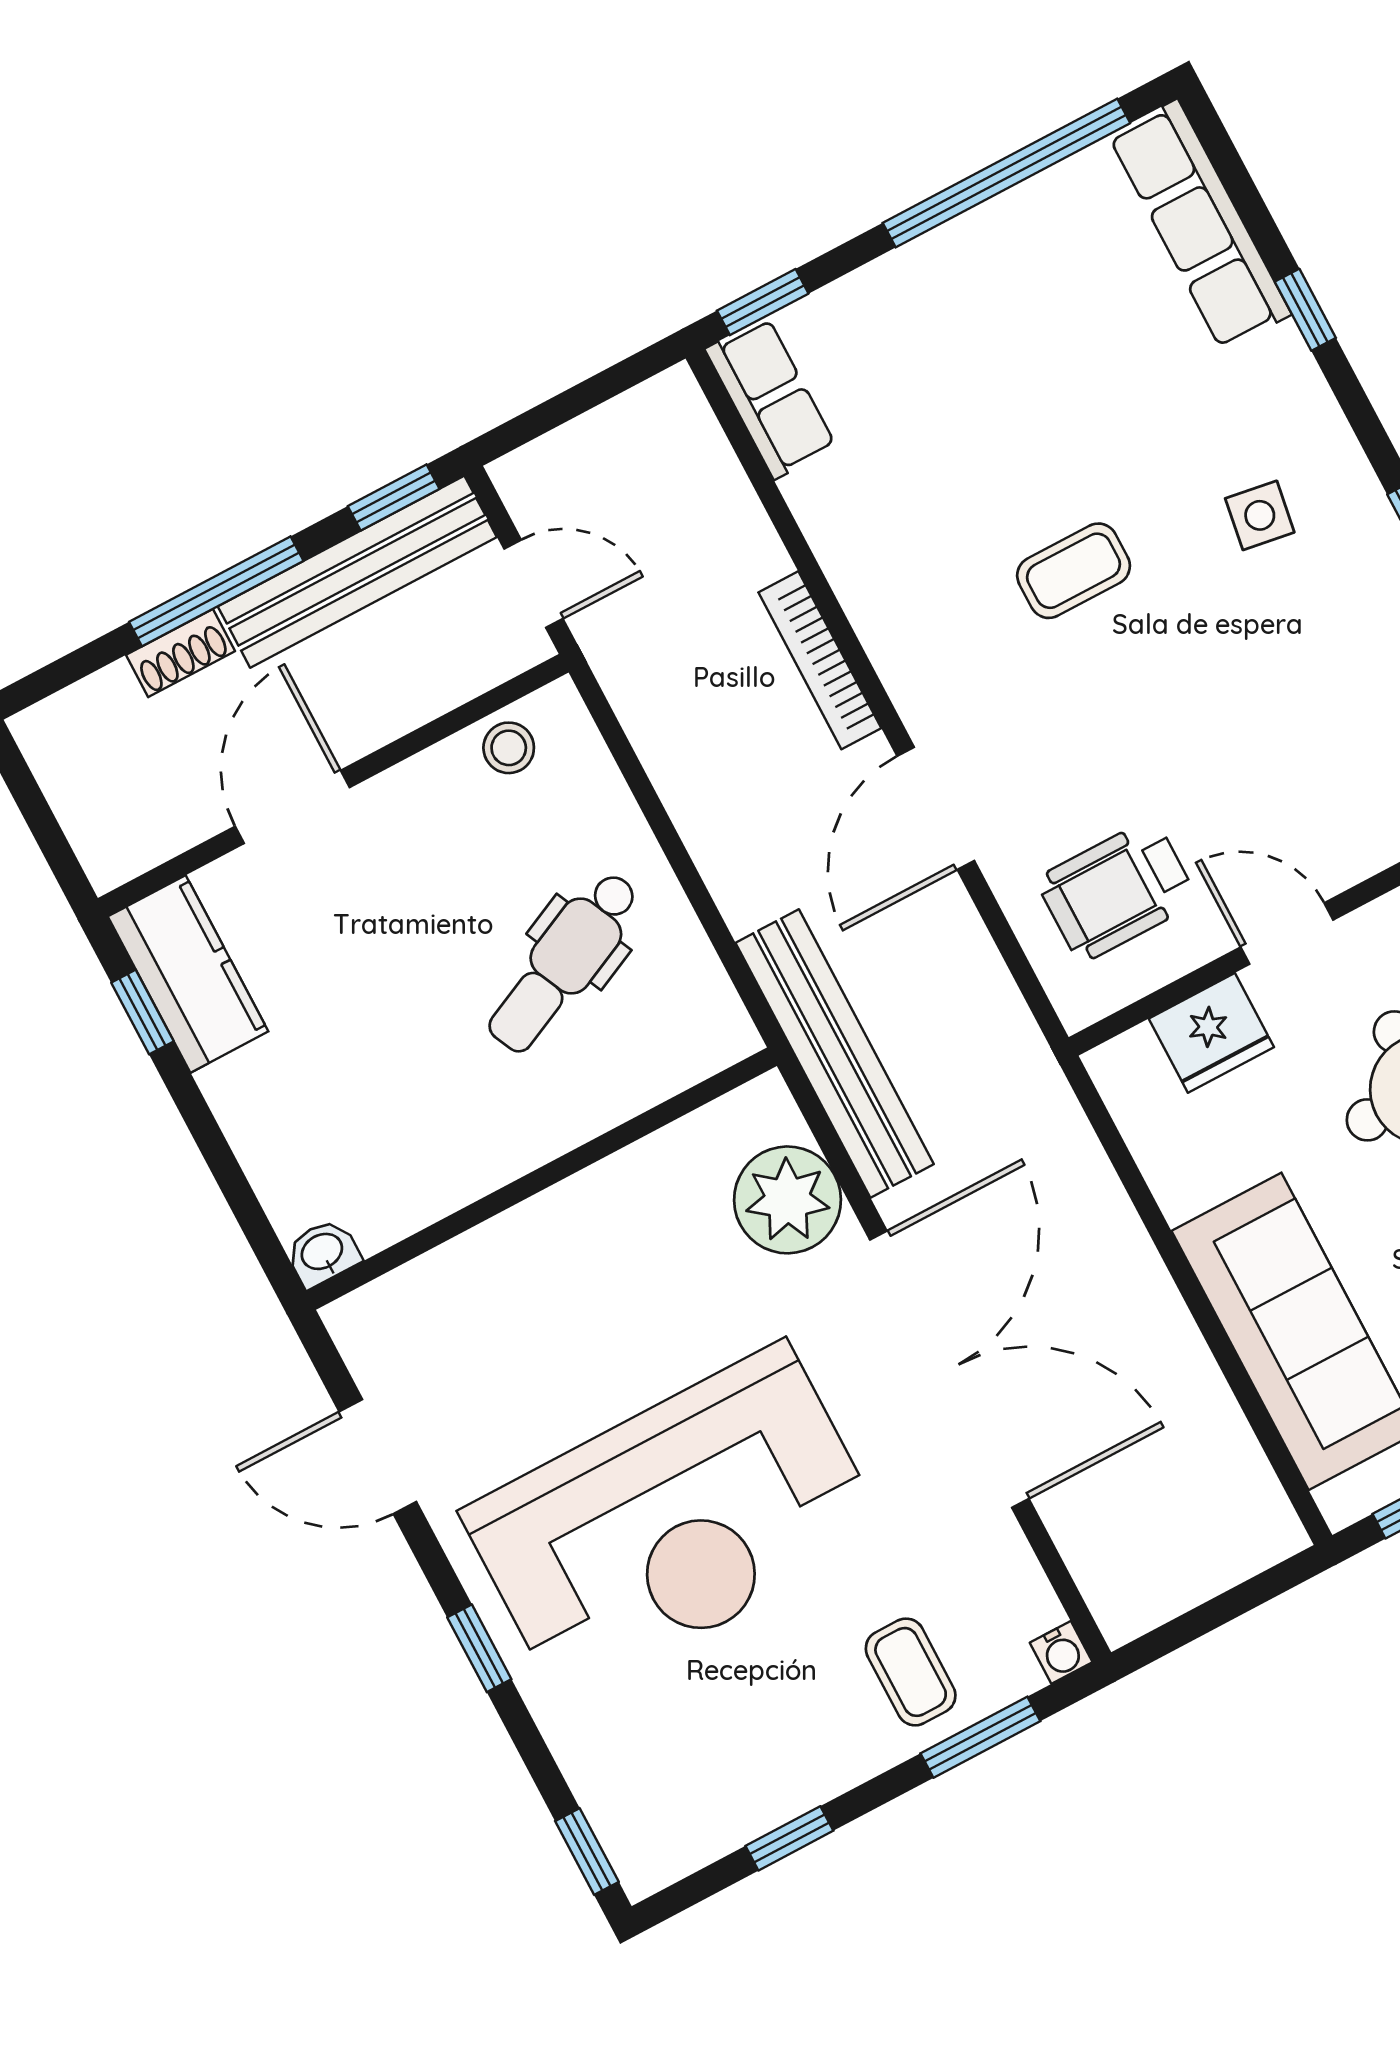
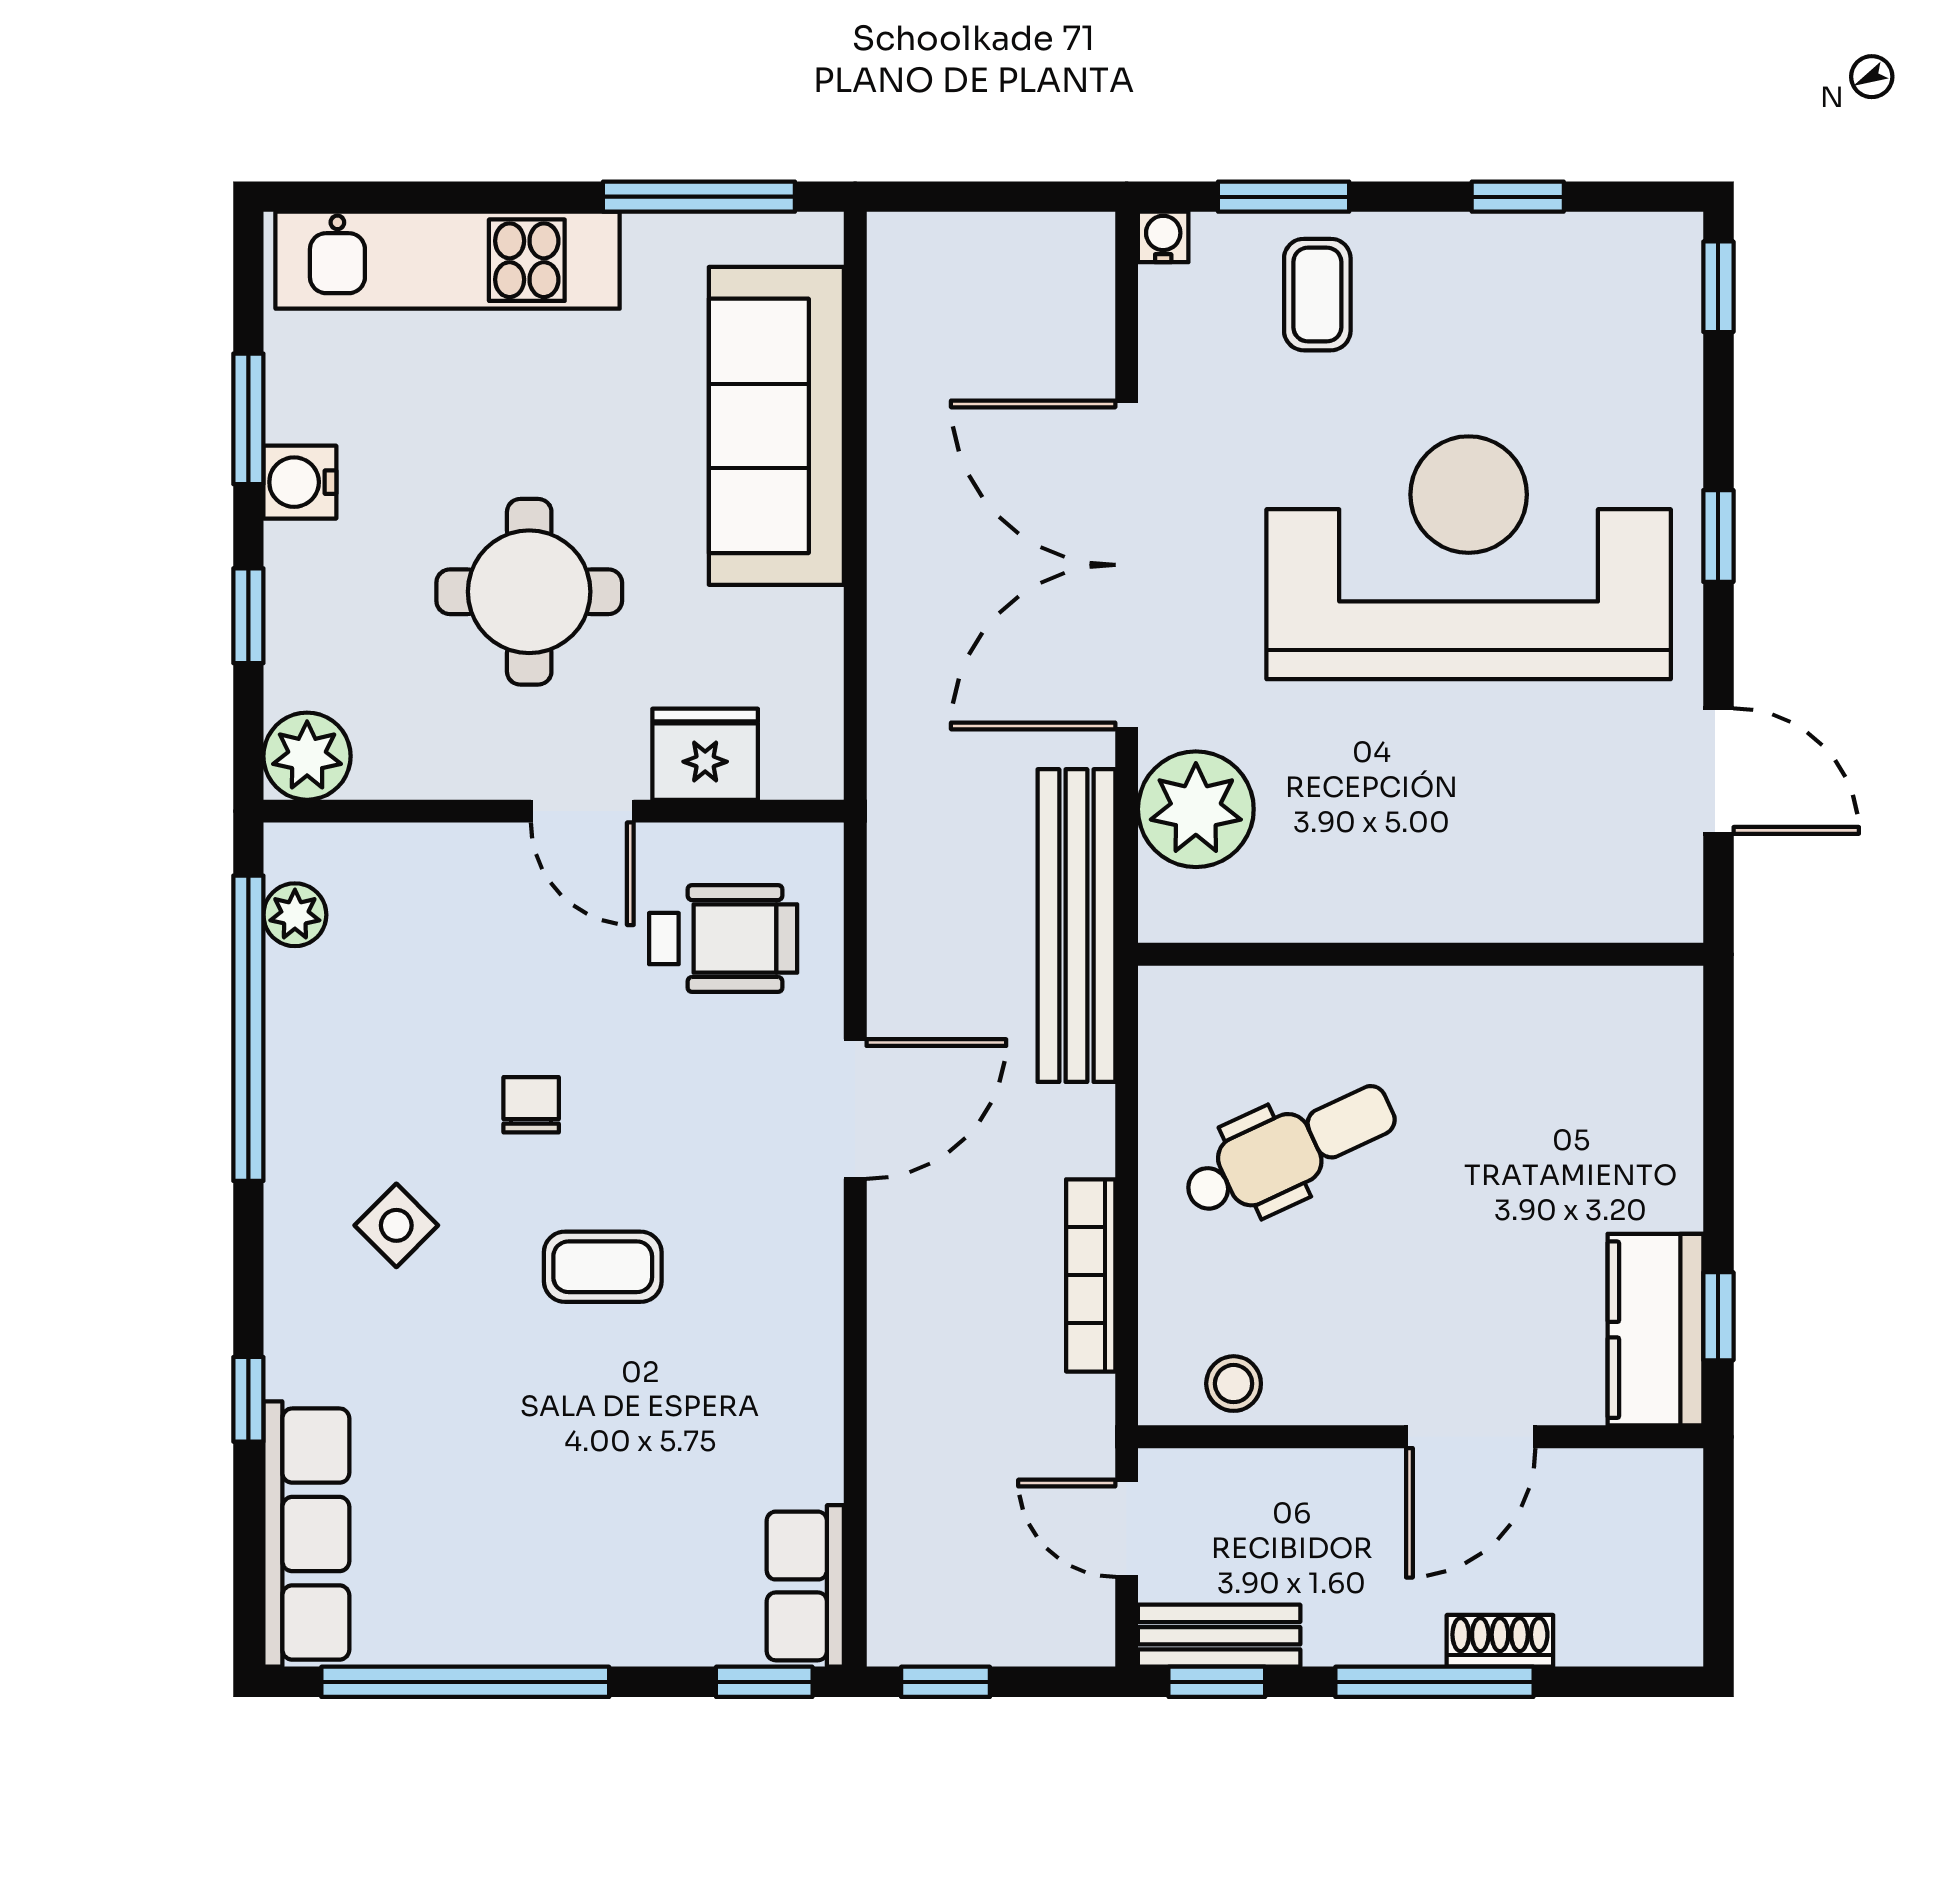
window: (615, 380) -> (946, 1682), added
side table: (1260, 515) -> (396, 1225), turned 36
bench: (357, 572) -> (1219, 1636), width x0.54, depth x0.82
bookcase: (820, 660) -> (1091, 1275), moved, turned 180
chair: (1202, 672) -> (531, 1105), added
washbasin: (323, 1253) -> (1668, 994), removed

